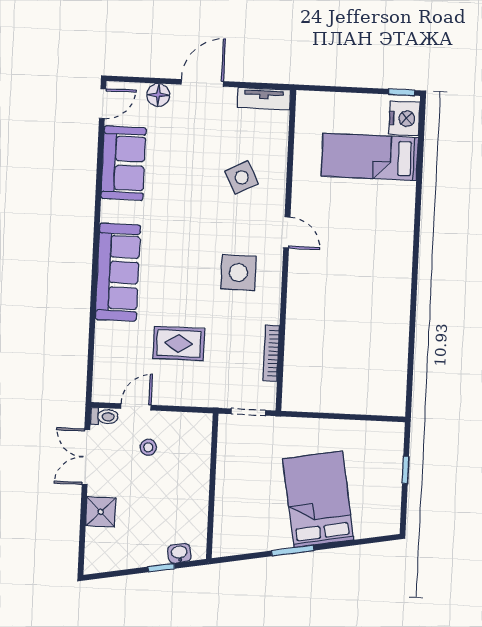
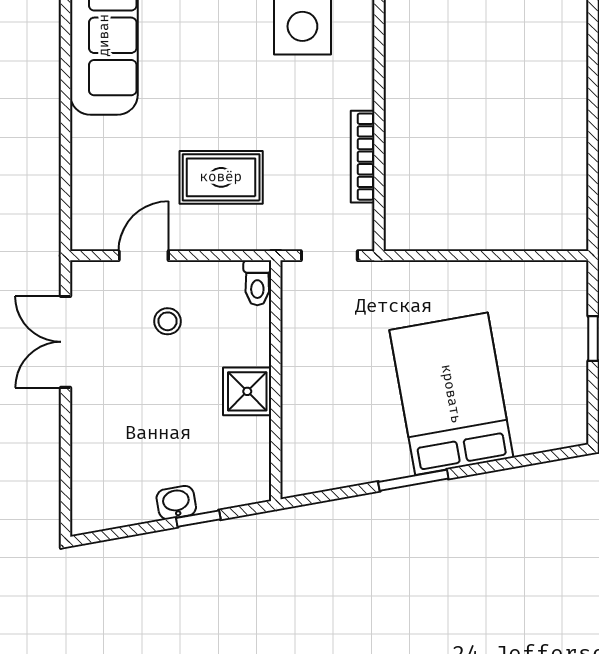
rug: (179, 343) -> (221, 177), moved
toilet: (104, 417) -> (257, 283), moved, turned 90
shower: (101, 512) -> (247, 391), moved
washbasin: (179, 553) -> (176, 503), moved

